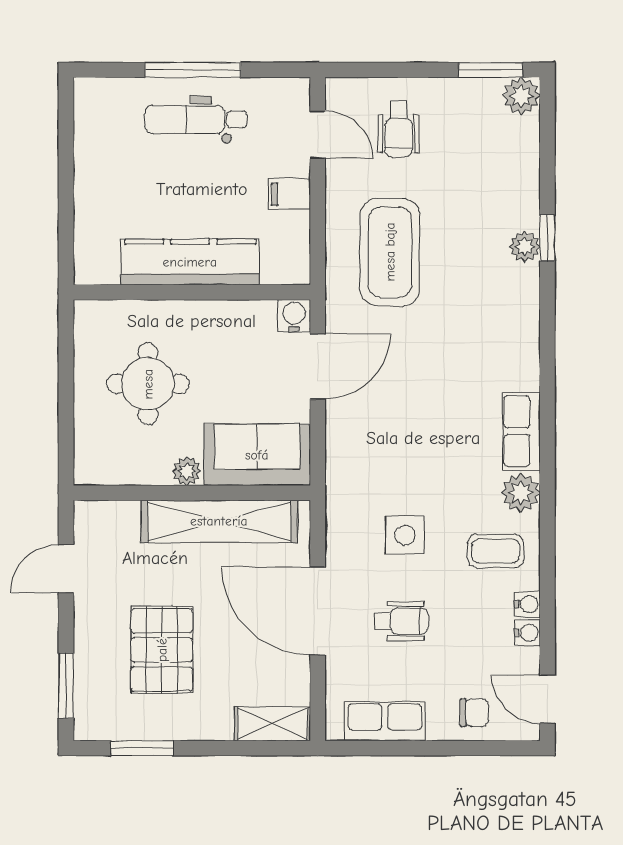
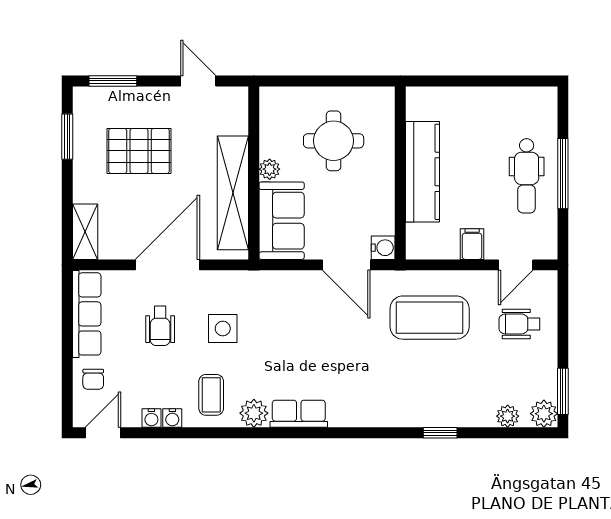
dental chair: (196, 119) -> (527, 176), turned 180
plant: (525, 247) -> (508, 416), moved
row of seats: (385, 721) -> (87, 314), width x1.48

